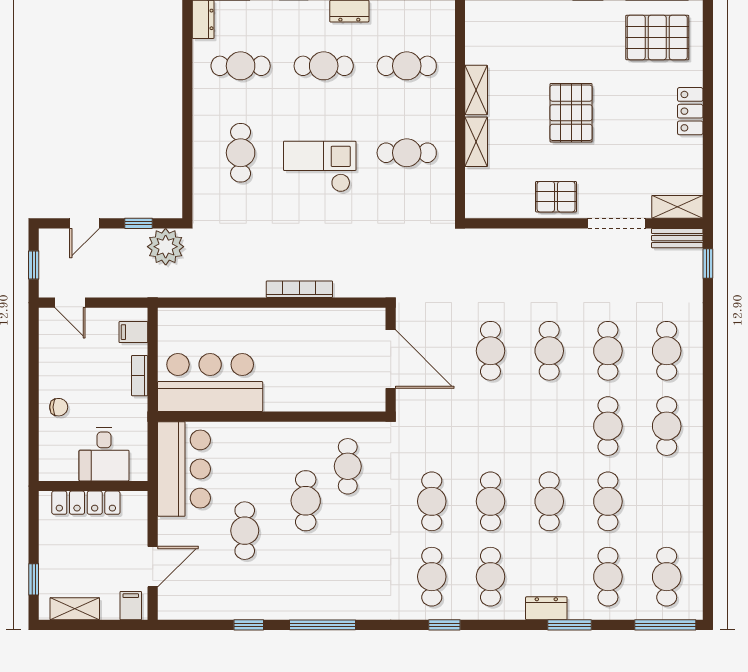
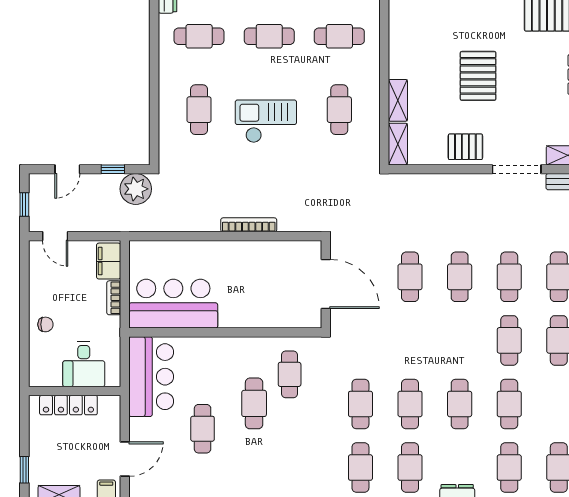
shelving: (476, 90) -> (398, 144), moved
cafe table: (407, 153) -> (339, 110), turned 90
filing cabinet: (133, 332) -> (109, 261), width x2.00

